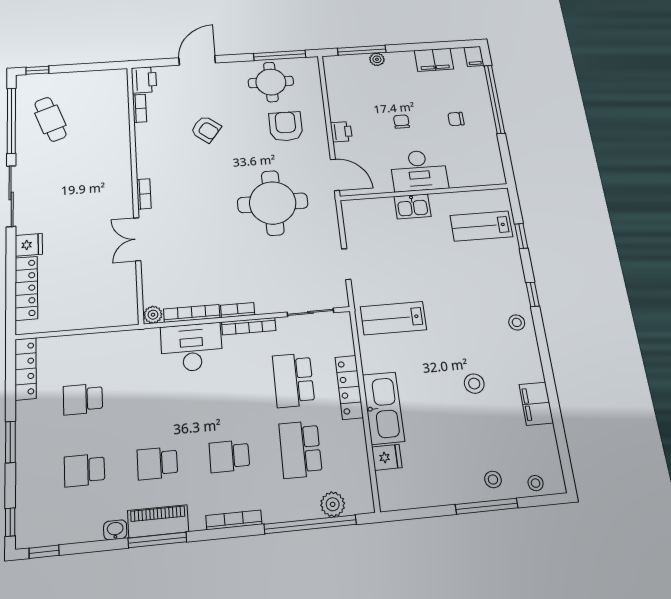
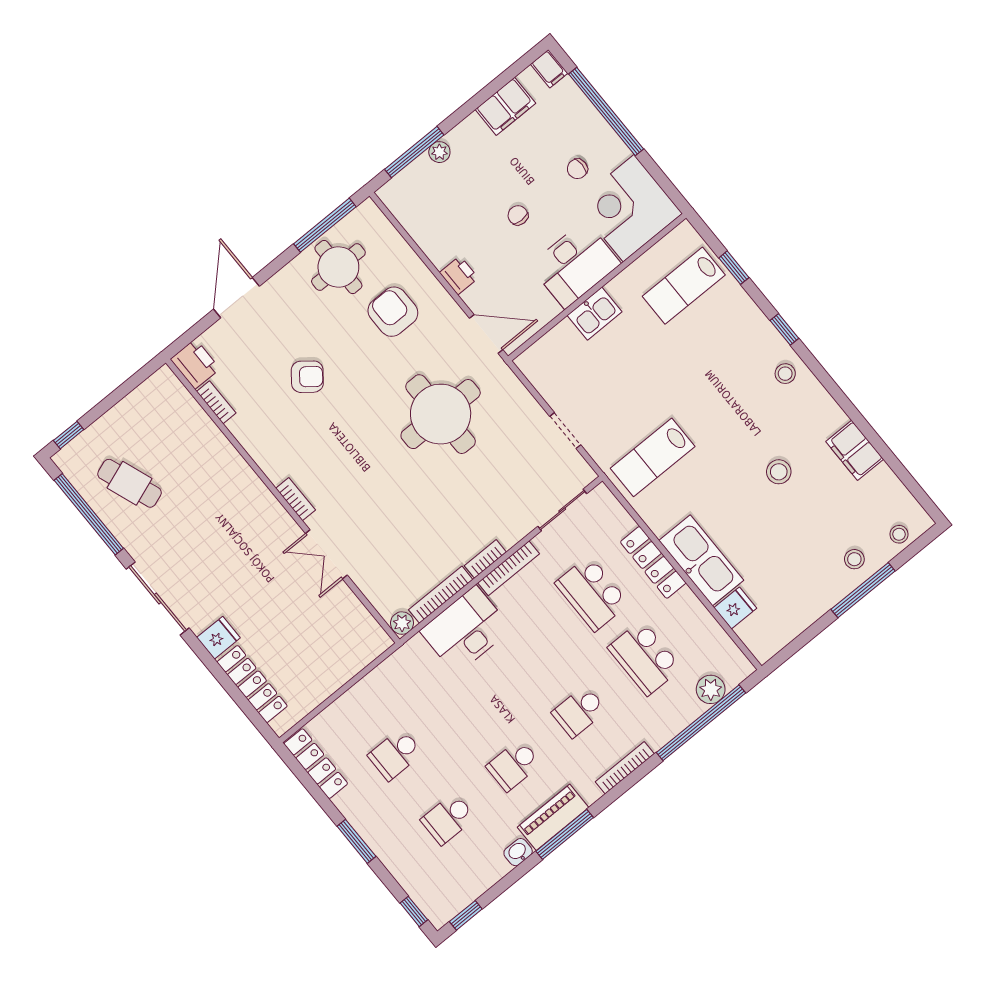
corner desk: (474, 160) -> (629, 208), added

